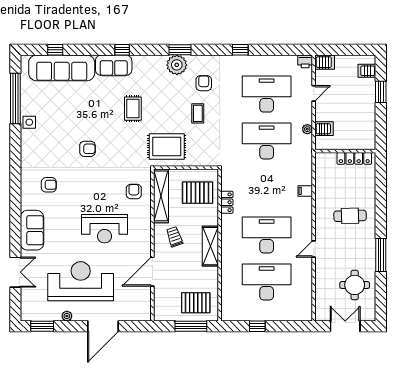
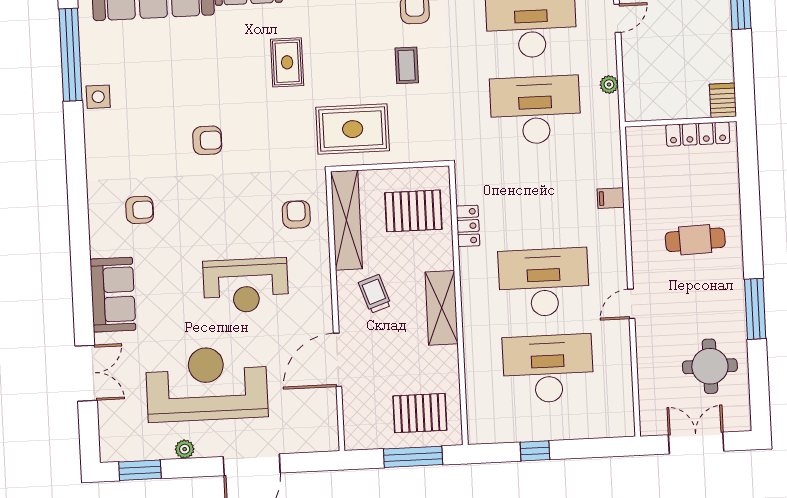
server rack: (324, 129) -> (723, 100), moved, turned -90

